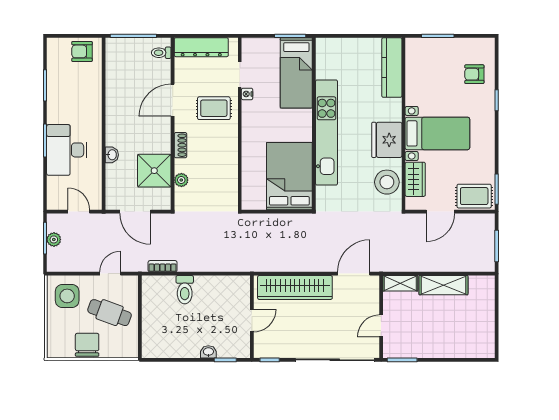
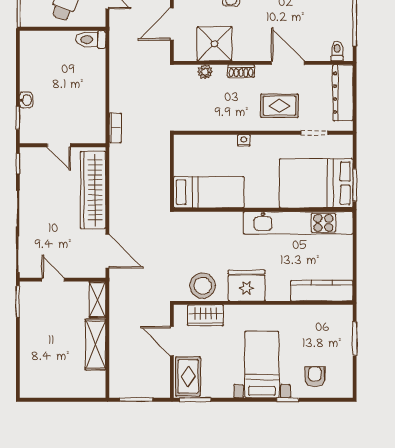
bed: (296, 73) -> (316, 183), width x1.50
nightstand: (247, 94) -> (244, 140), moved
rug: (214, 108) -> (279, 106), turned 90
kitchen unit: (326, 133) -> (298, 223), moved
bed with nightstands: (437, 133) -> (262, 364), moved, turned 180
bed: (289, 176) -> (209, 192), width x0.67
bookcase: (163, 266) -> (115, 128), moved
toilet: (185, 290) -> (91, 40), moved

